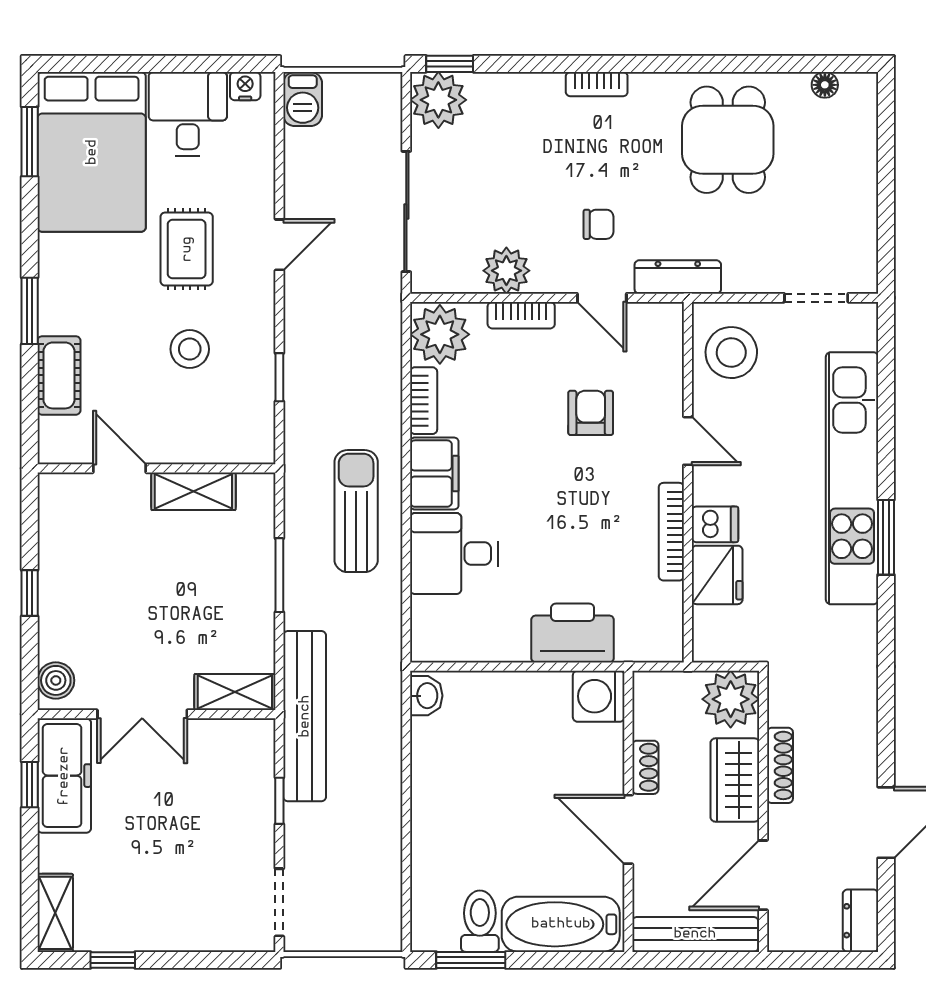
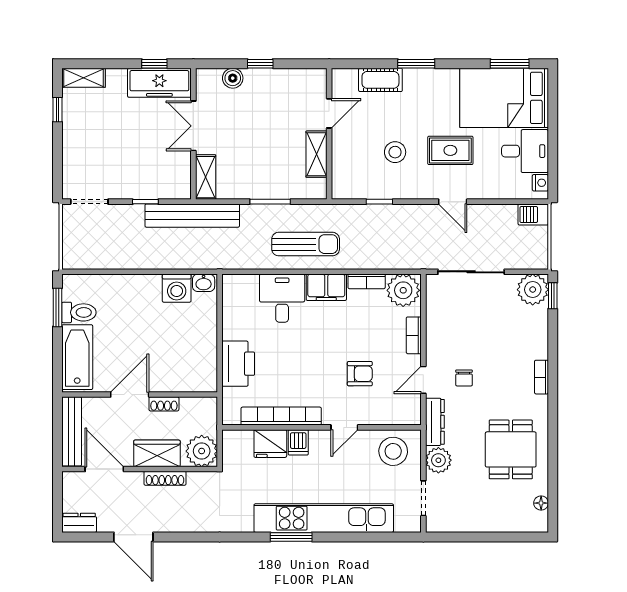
dining table: (728, 140) -> (511, 449), turned 90
plant: (506, 271) -> (438, 460), moved
bookcase: (671, 532) -> (281, 416), width x1.48, depth x1.31
boiler: (56, 680) -> (233, 78), moved
washing machine: (599, 696) -> (177, 288), moved, turned 180

